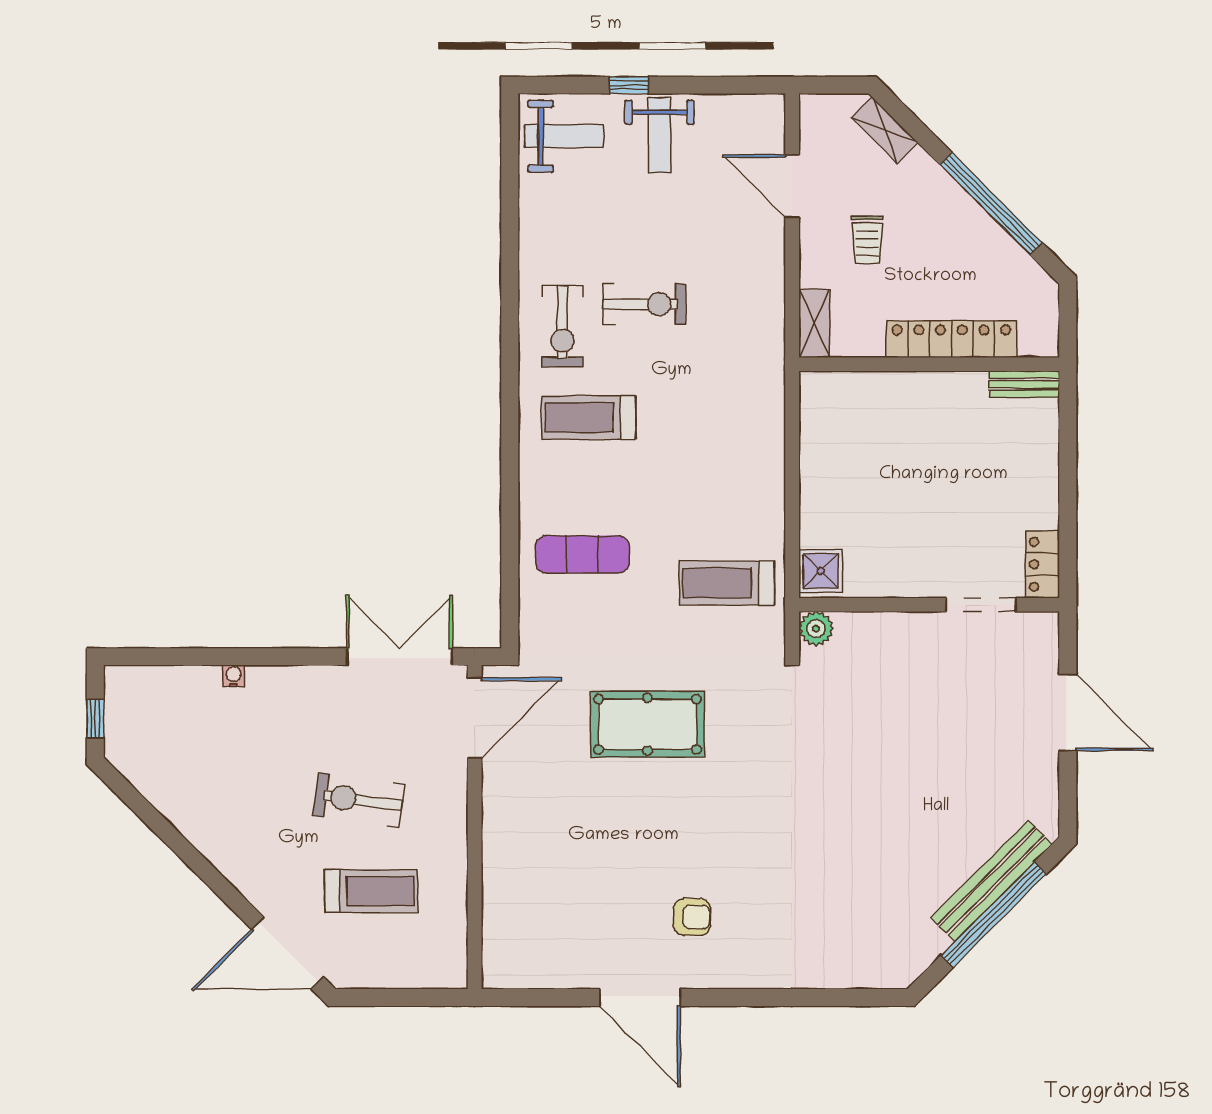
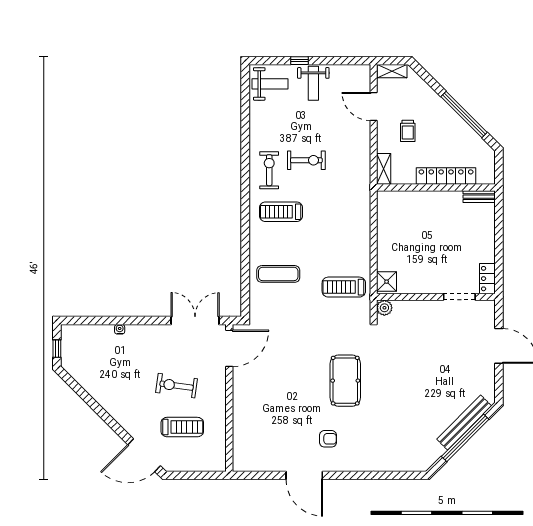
shelving: (885, 130) -> (392, 71), moved, turned -45
exercise bike: (563, 326) -> (269, 170), turned 180
pool table: (647, 724) -> (345, 381), moved, turned 90

